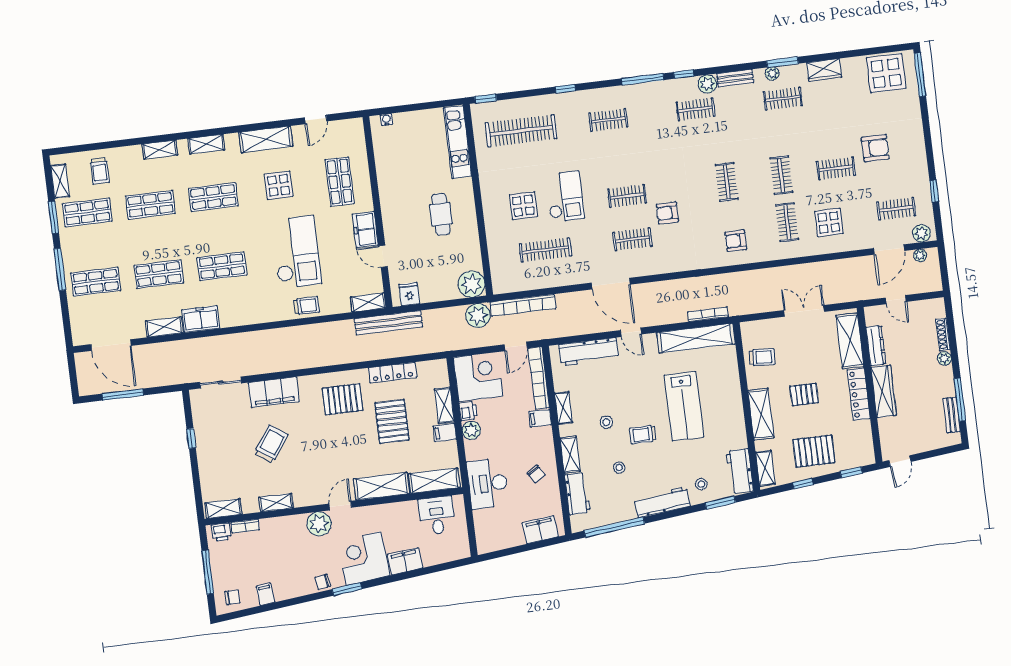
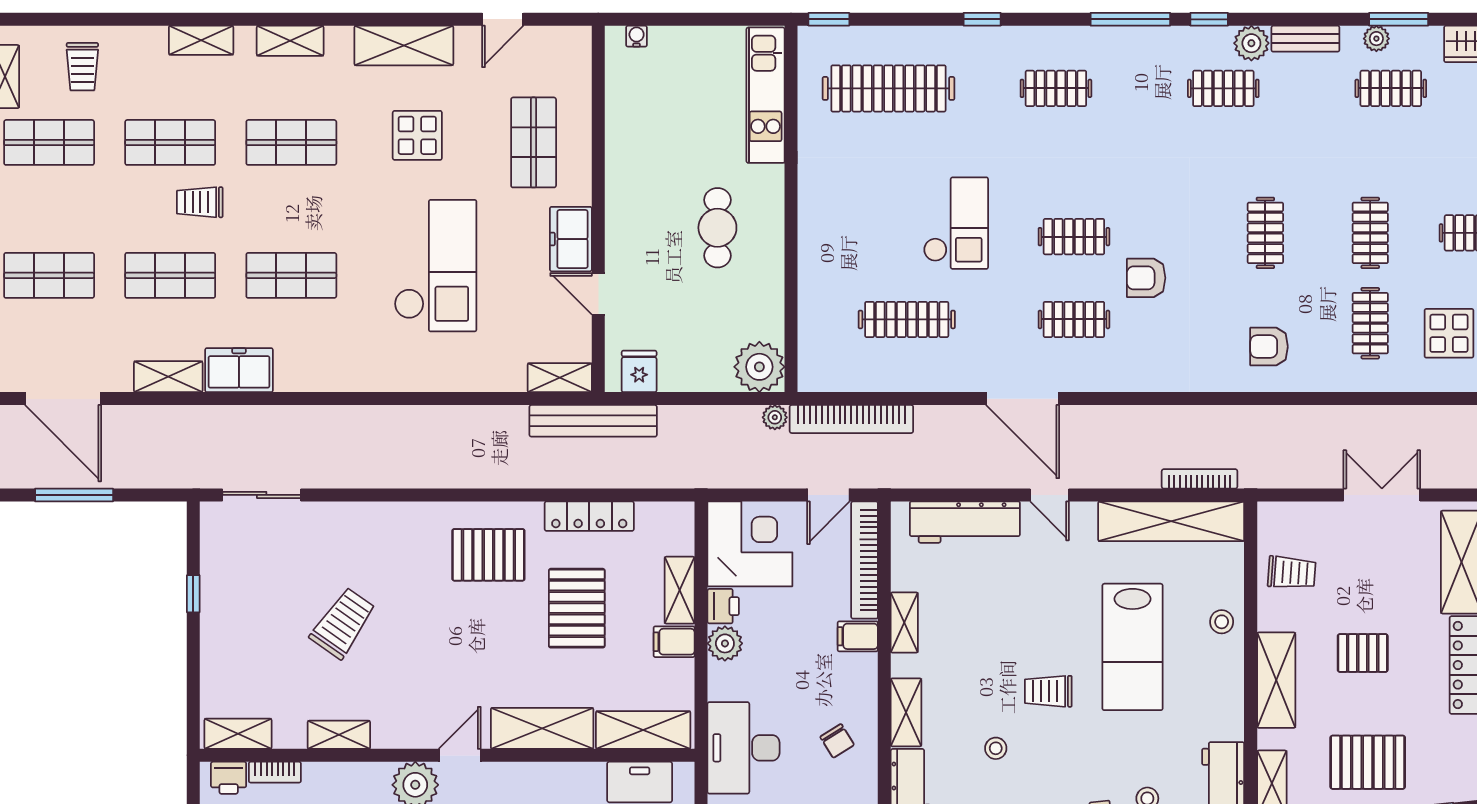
display table: (523, 206) -> (875, 231), removed
trolley: (307, 306) -> (200, 202), moved, turned 180
plant: (478, 316) -> (775, 417), width x0.53, depth x0.53
filing cabinet: (274, 392) -> (360, 525), removed
stool: (606, 422) -> (1222, 622), moved

